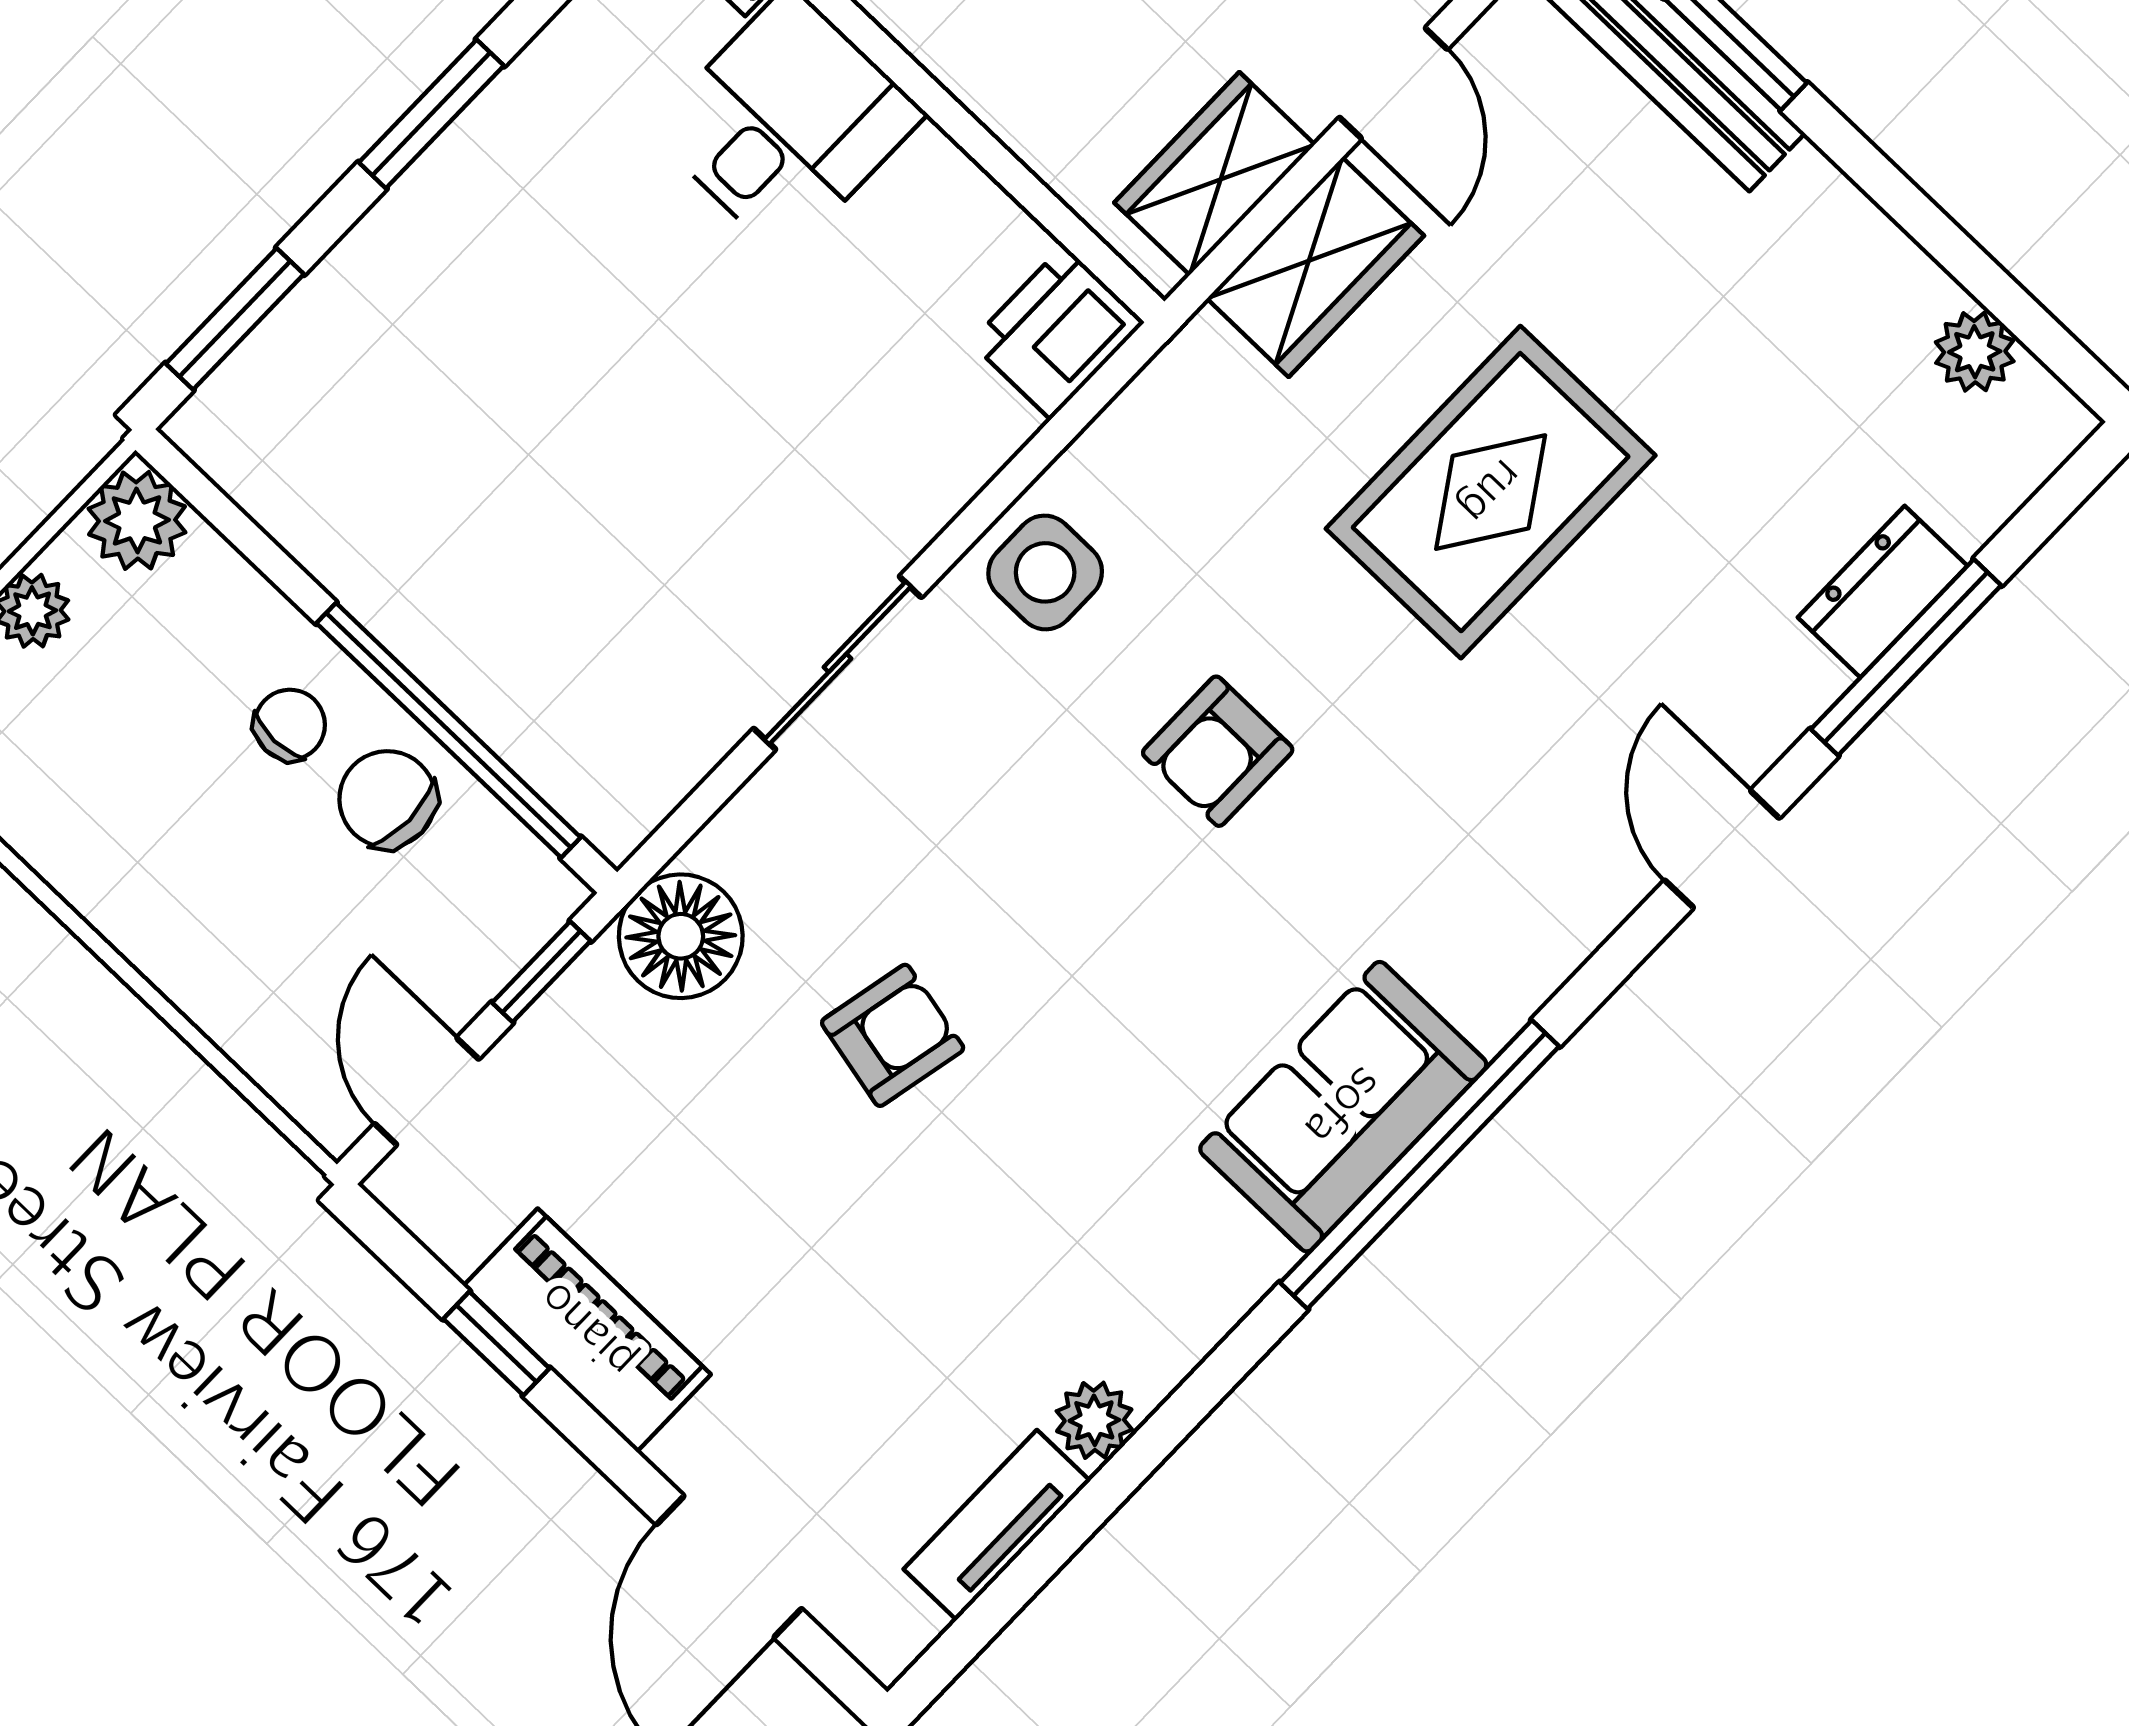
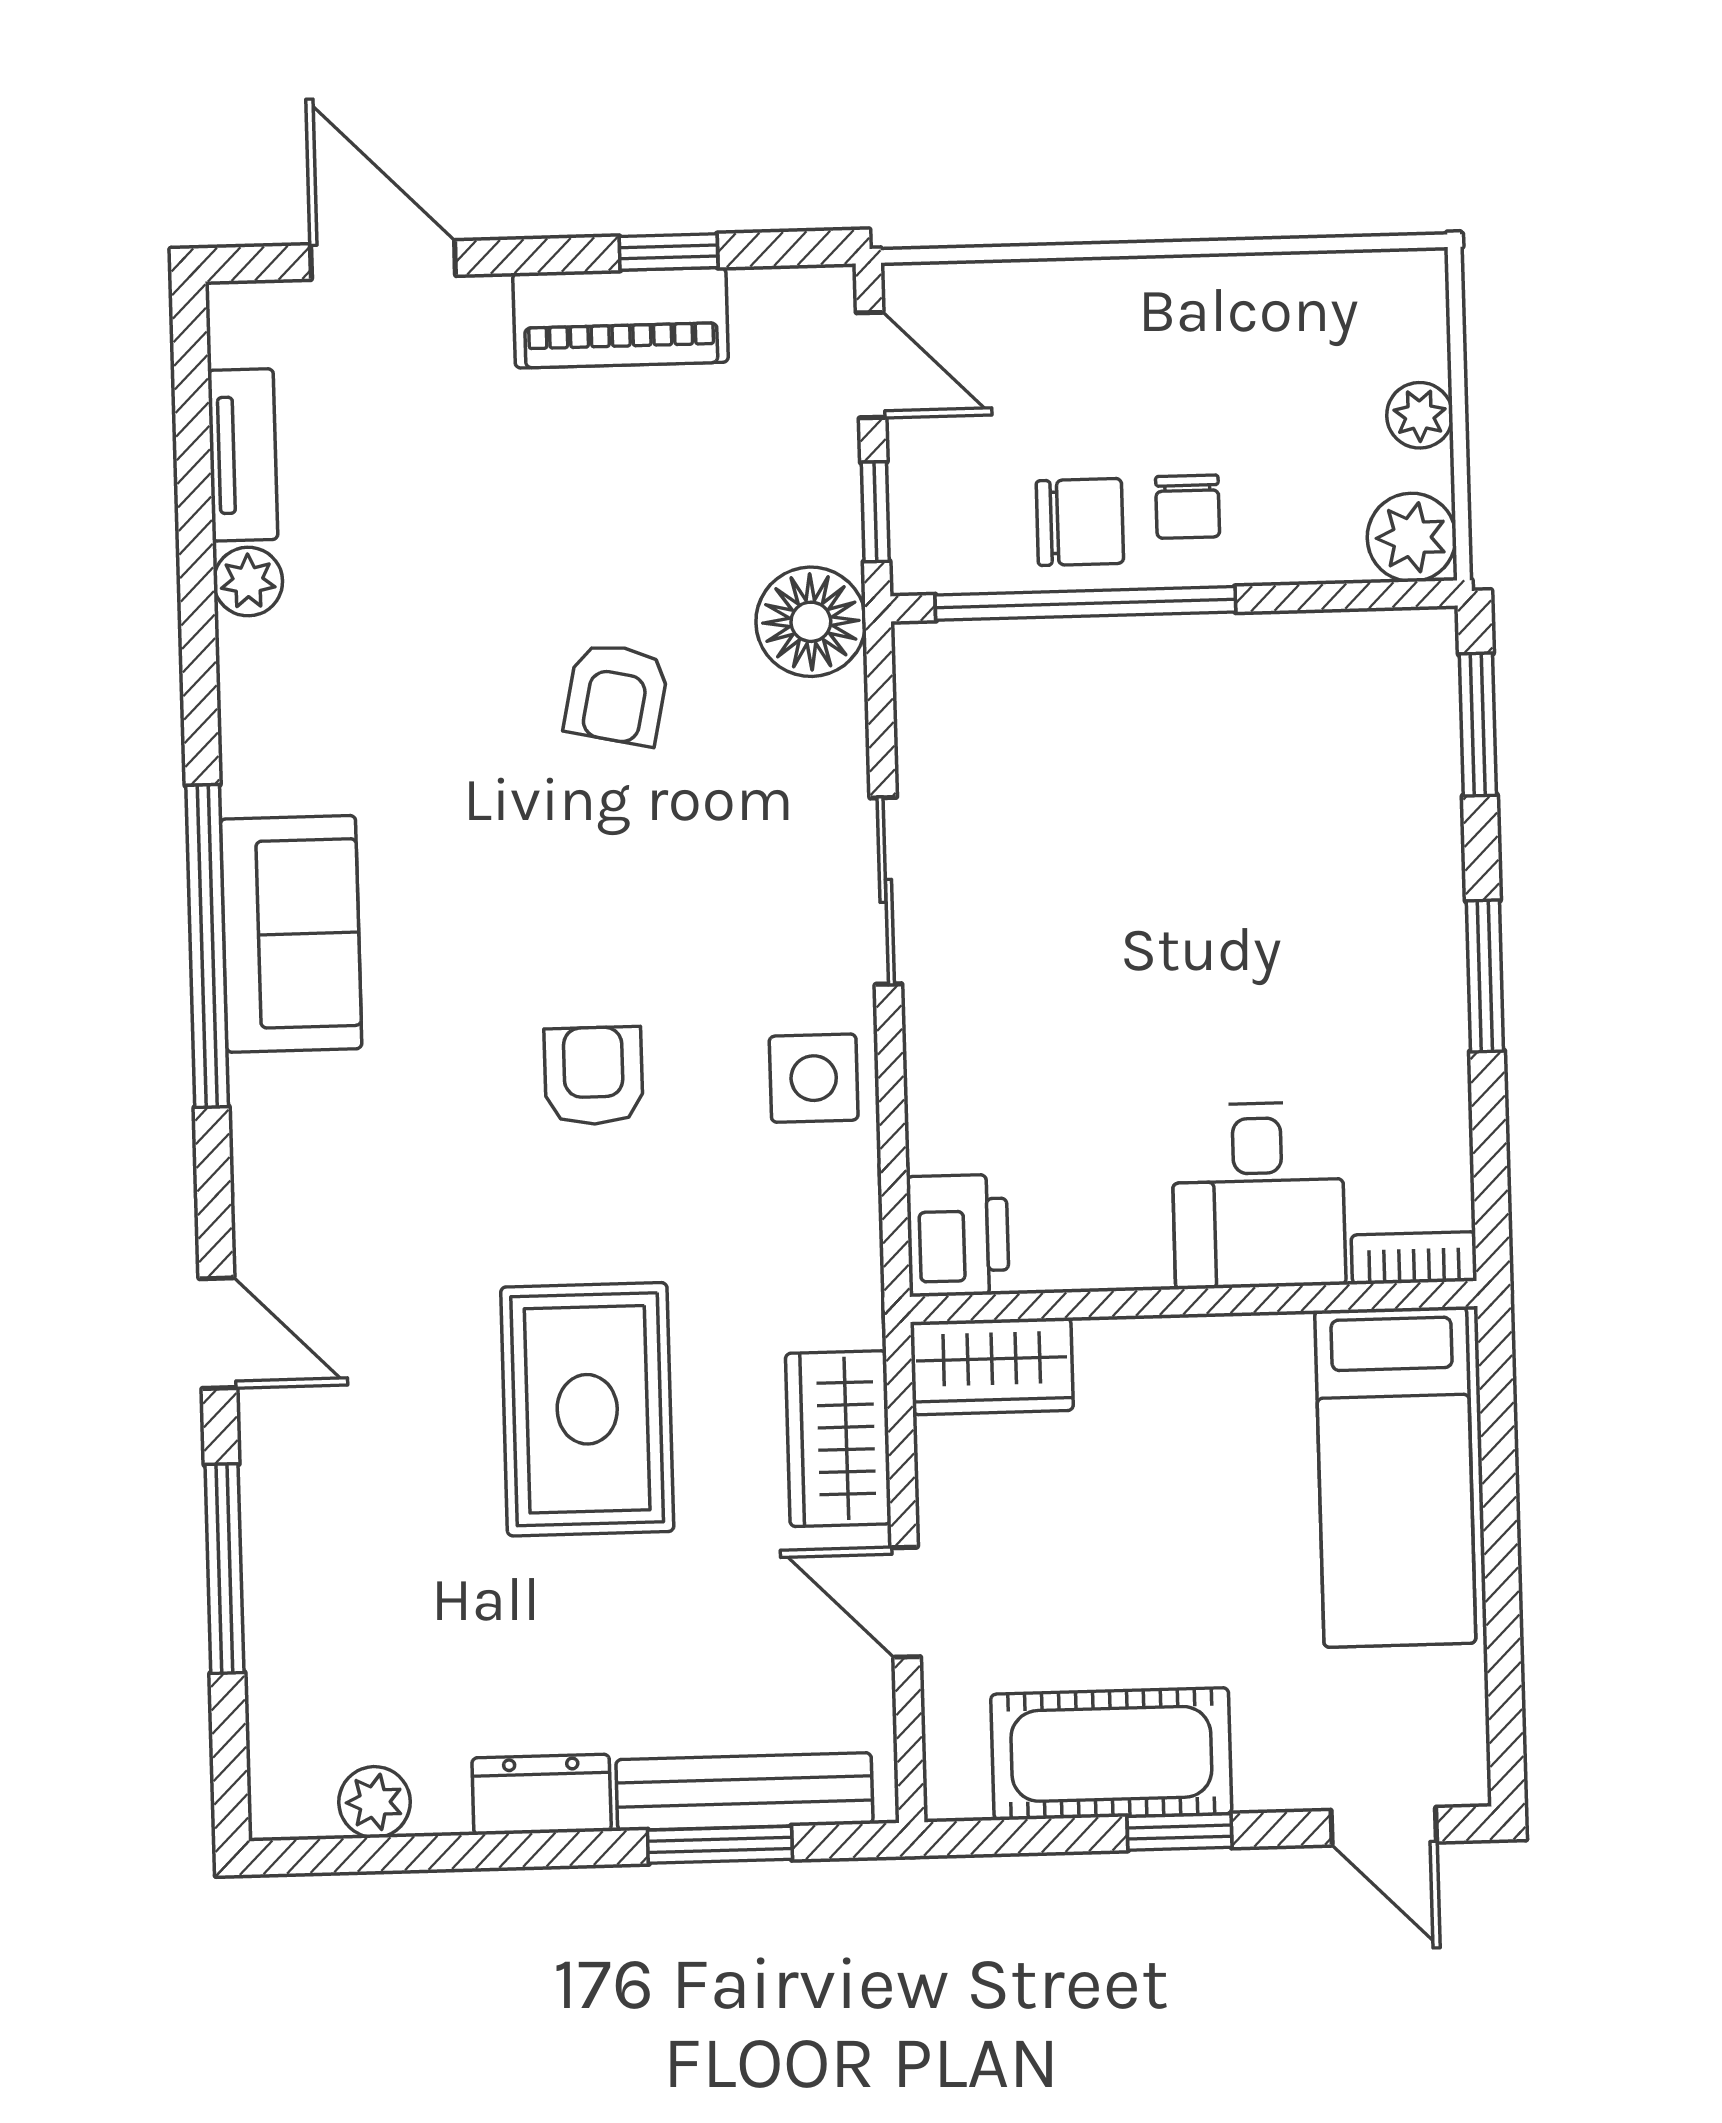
wardrobe: (1215, 174) -> (992, 1366), moved, turned 90
dresser: (1883, 592) -> (542, 1794), moved, turned -90

